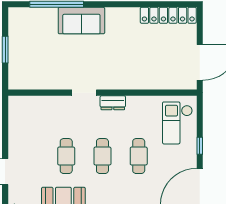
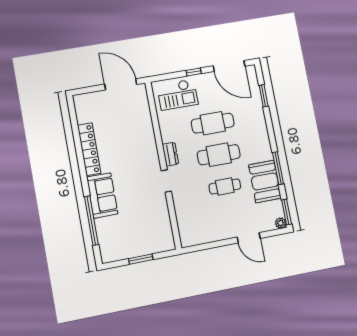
locker: (168, 15) -> (89, 149), moved
cafe table: (102, 156) -> (219, 155), width x1.37, depth x1.35
cafe table: (139, 156) -> (213, 123), width x1.37, depth x1.35

